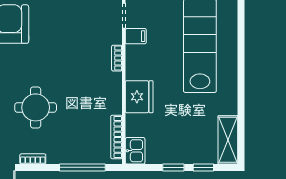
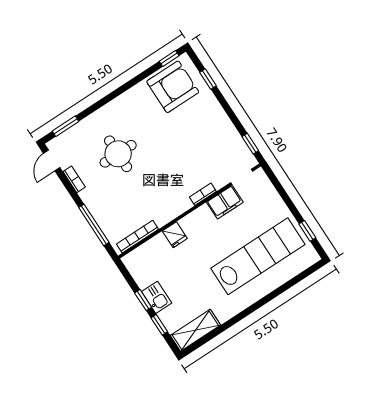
filing cabinet: (136, 36) -> (225, 202), width x2.00
fridge: (139, 97) -> (175, 235), width x0.53, depth x0.75
kitchen sink: (135, 151) -> (157, 297), moved, turned -90

